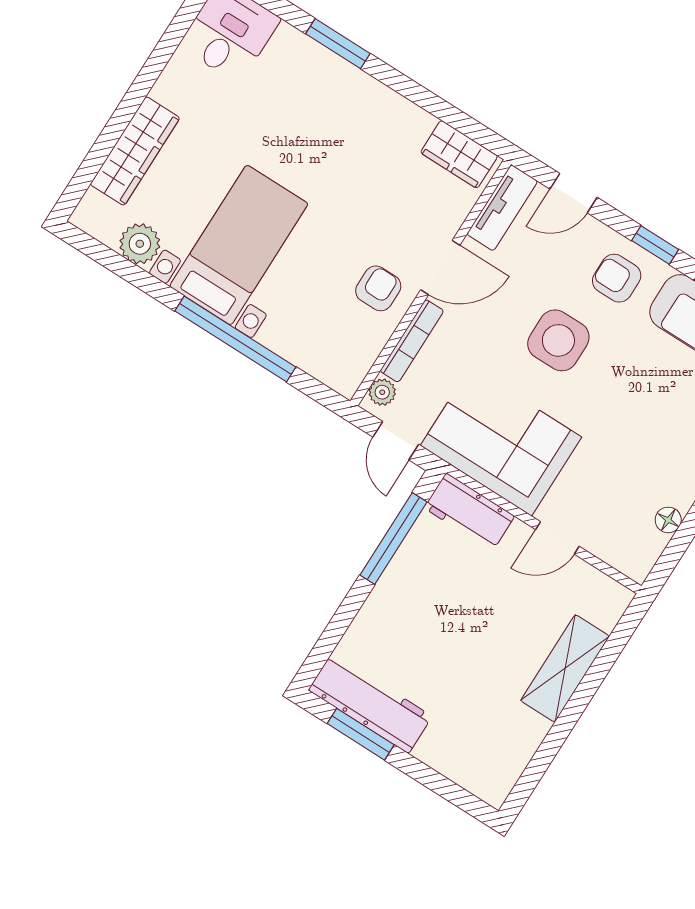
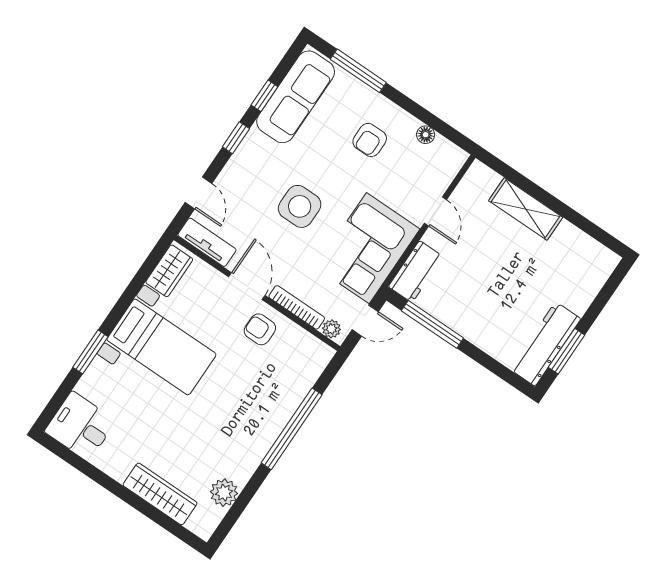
bed with nightstands: (239, 245) -> (161, 347), moved, turned 180
armchair: (617, 278) -> (370, 140), moved

